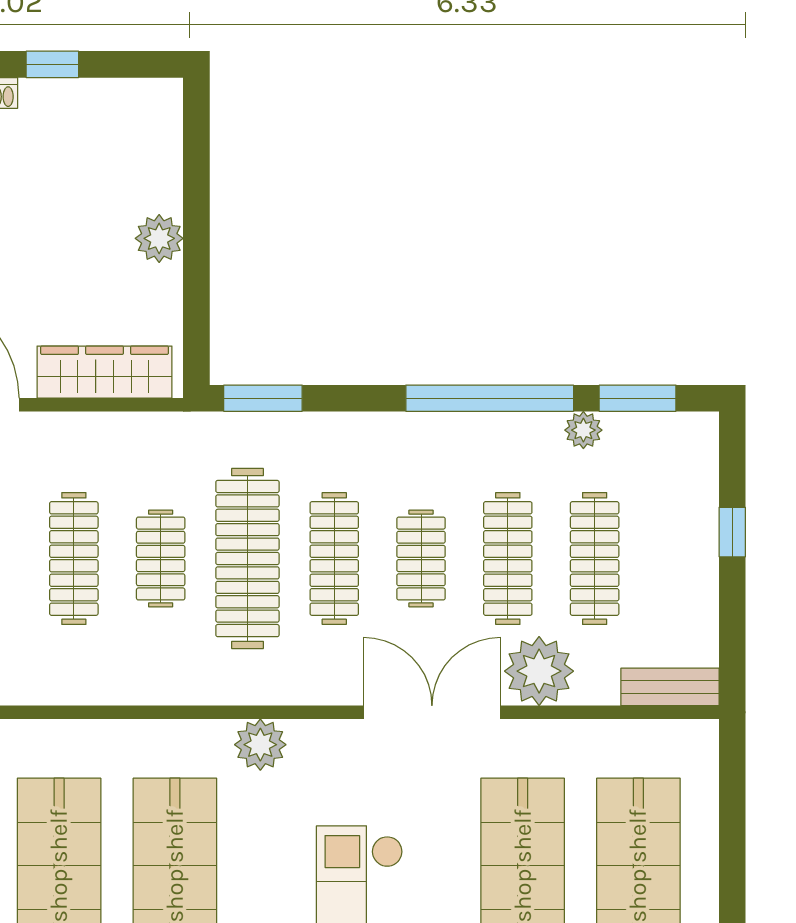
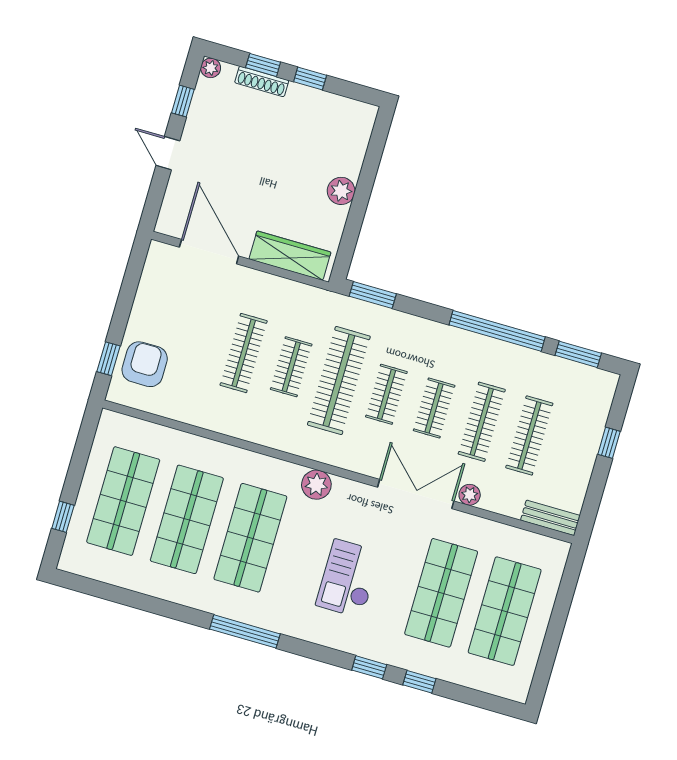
plant: (583, 430) -> (543, 363), removed
clothes rail: (334, 559) -> (386, 394), width x0.73
plant: (539, 671) -> (470, 495), width x0.53, depth x0.53

